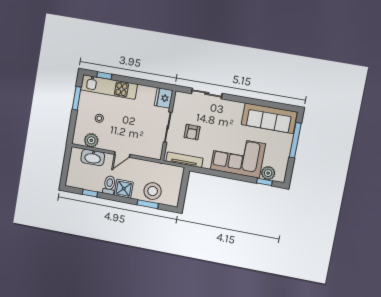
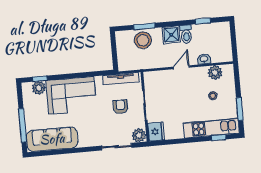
plant: (182, 99) -> (139, 135), added
washbasin: (93, 157) -> (204, 59), width x0.52, depth x0.69

